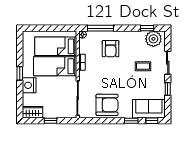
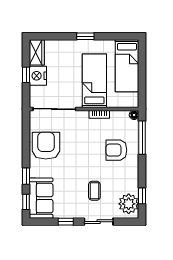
bed: (56, 46) -> (127, 66), moved, turned 180
nightstand: (29, 85) -> (38, 76), moved, turned -90
armchair: (107, 105) -> (46, 146), turned 180

